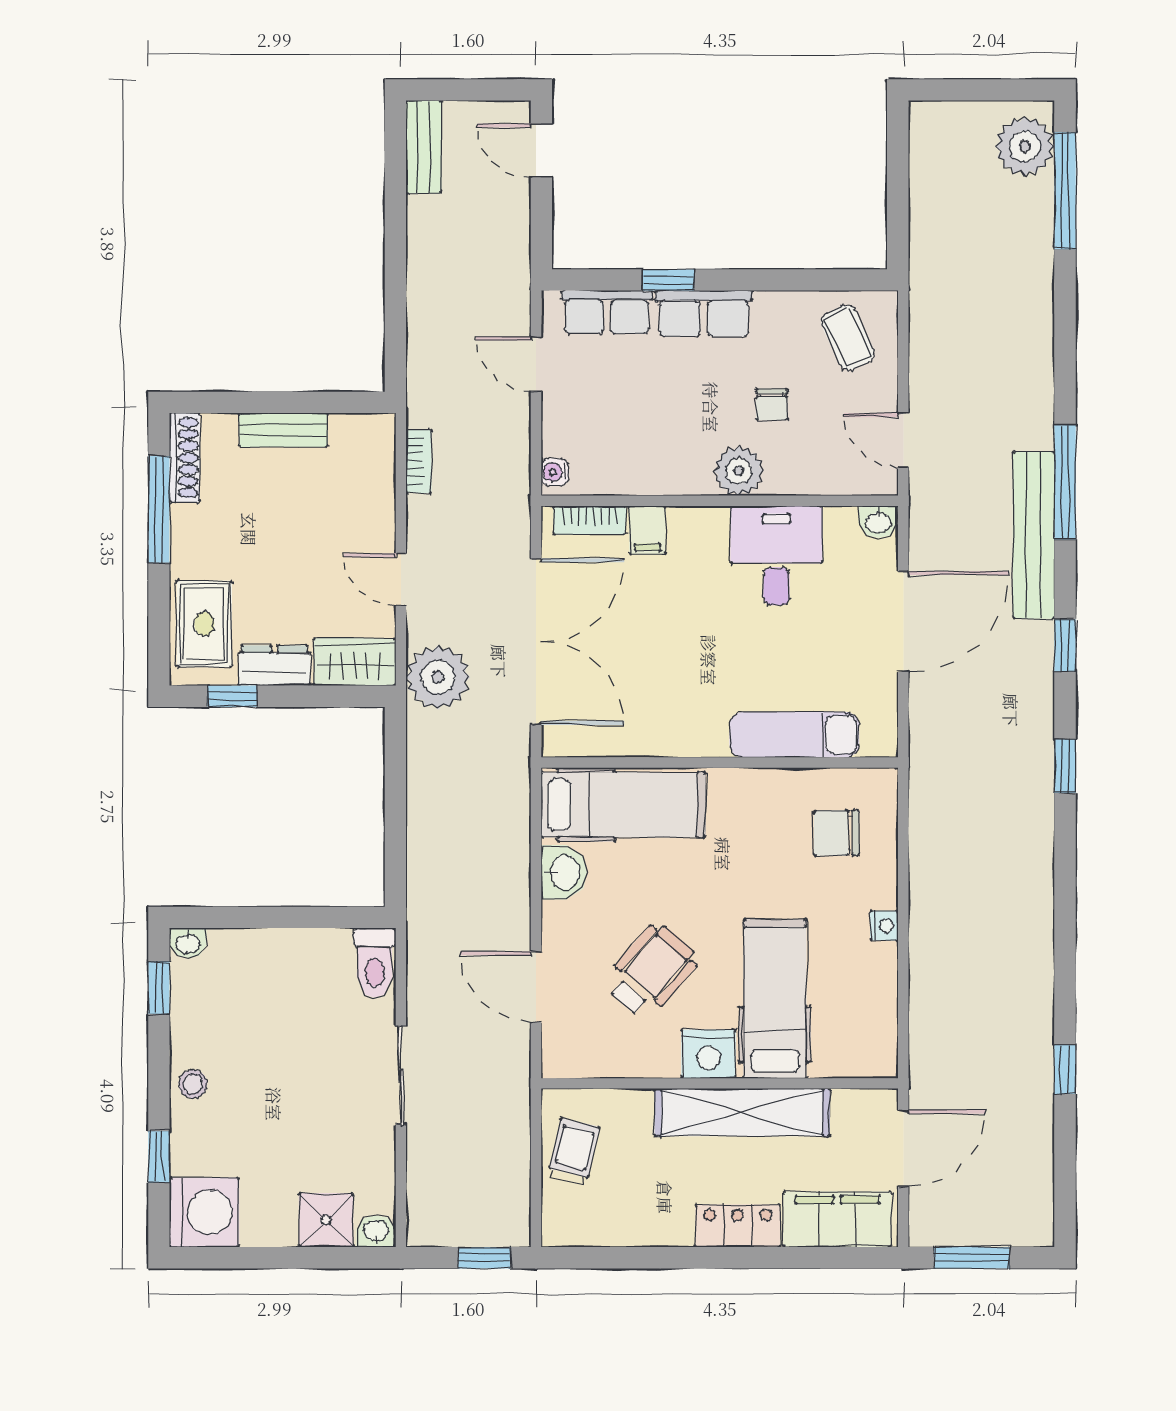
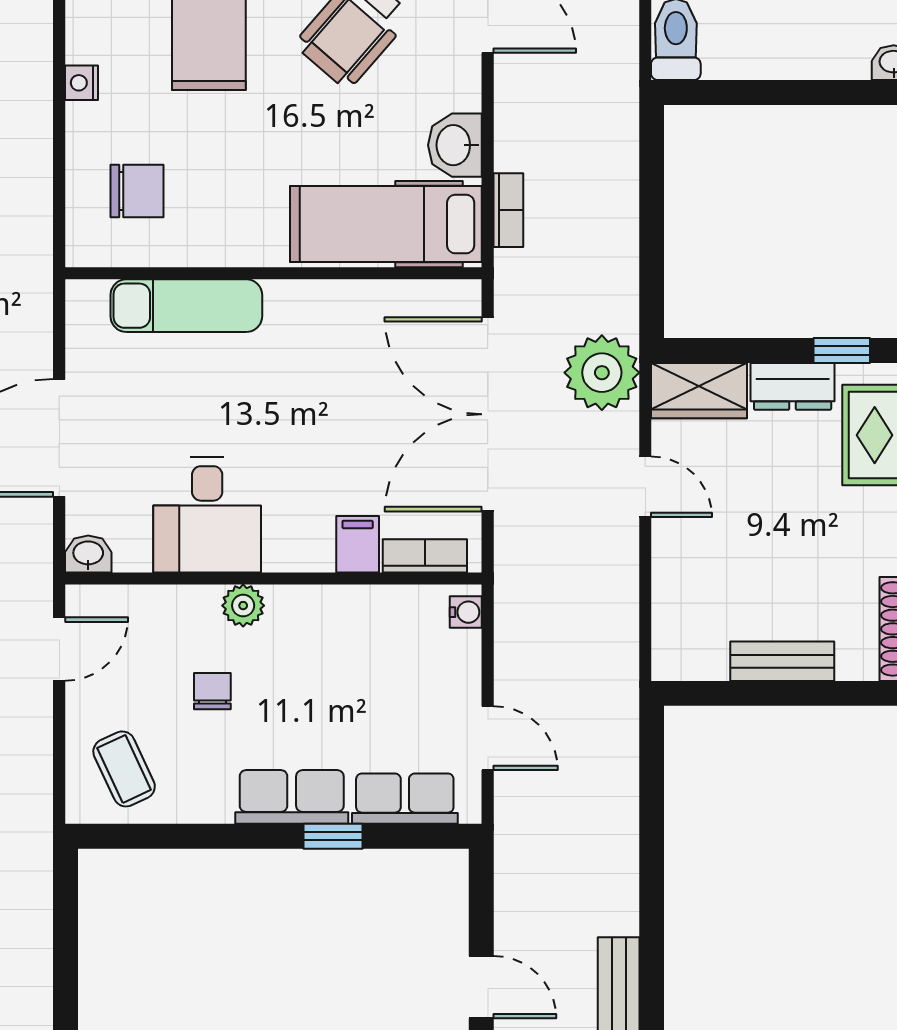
door: (903, 440) -> (59, 649), hinge flipped
bookcase: (419, 461) -> (508, 210), moved, turned 180
plant: (739, 471) -> (243, 606), width x0.73, depth x0.73

